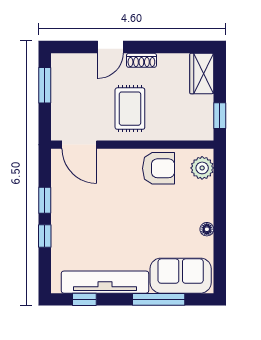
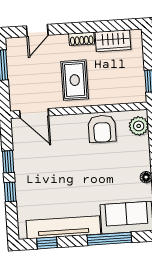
door: (110, 47) -> (37, 31), moved
wardrobe: (202, 74) -> (113, 41), moved, turned -90
armchair: (158, 168) -> (102, 129), turned 90

